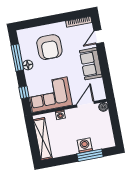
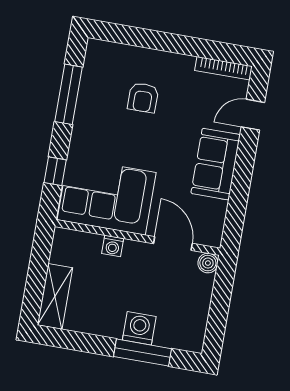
armchair: (49, 47) -> (143, 98), width x0.53, depth x0.53
floor lamp: (28, 65) -> (85, 118), removed
door: (85, 104) -> (173, 244), hinge flipped
shelving: (43, 139) -> (55, 296), width x0.68

